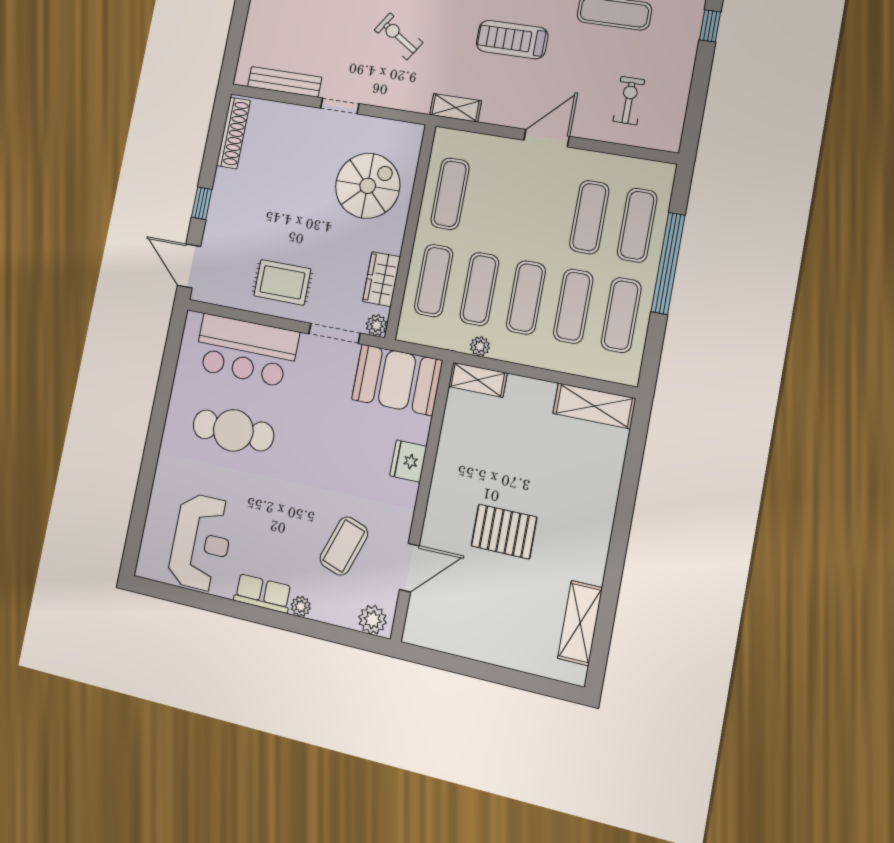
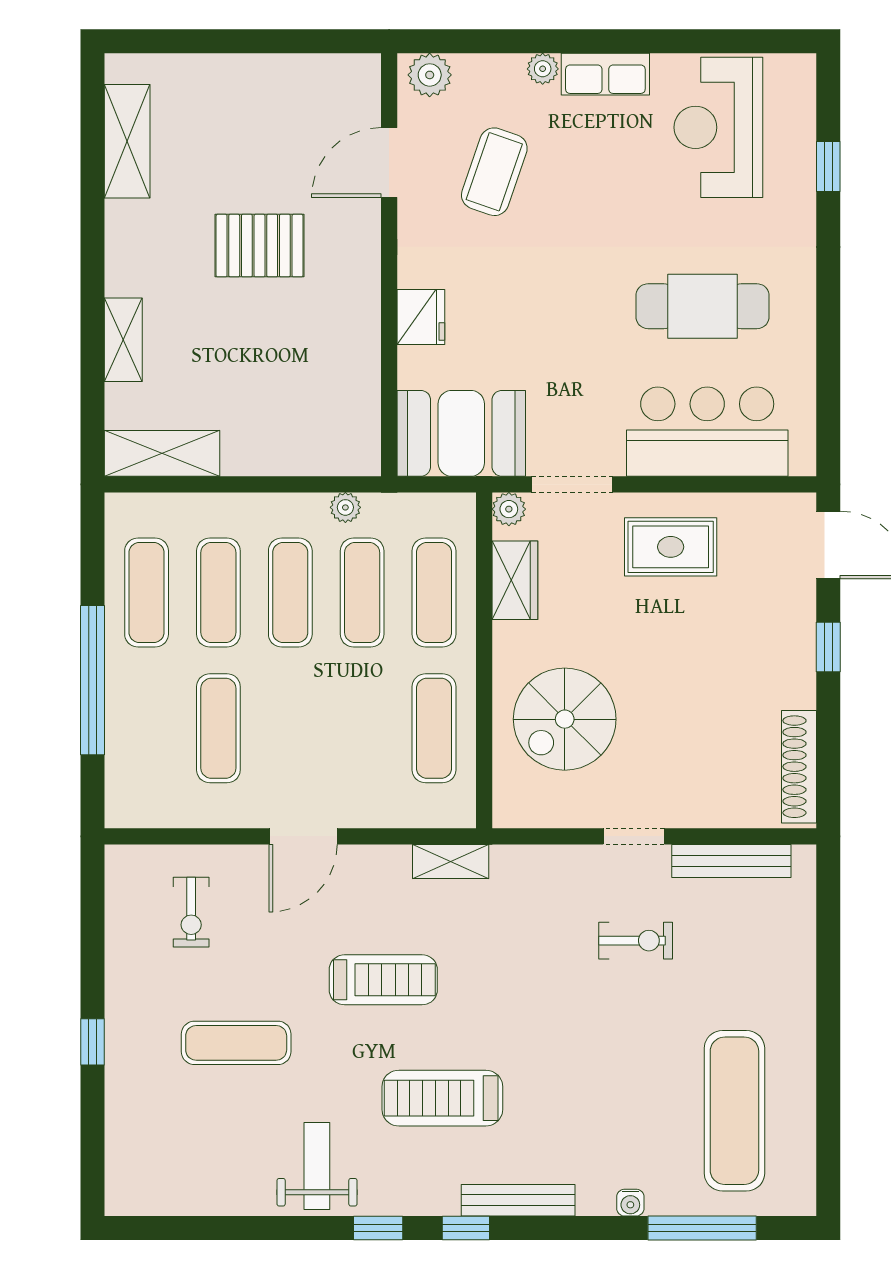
exercise bike: (399, 36) -> (636, 941), moved, turned -33
exercise mat: (637, 225) -> (147, 728), removed
shelving: (478, 380) -> (123, 340), moved, turned 90
window: (141, 502) -> (828, 166), added

